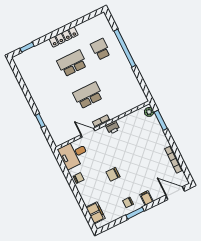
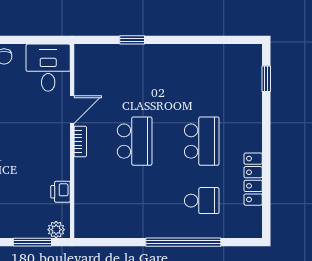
locker: (64, 37) -> (253, 179), moved
printer: (113, 127) -> (60, 192), moved

